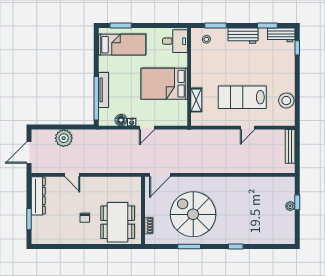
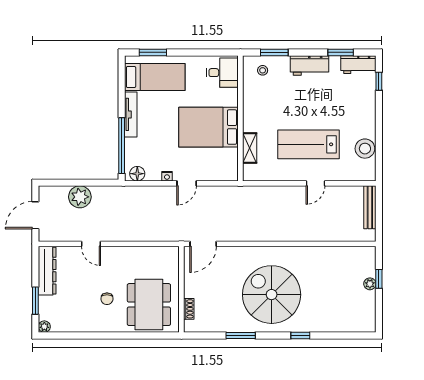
tv unit: (103, 90) -> (131, 114), moved
floor lamp: (121, 120) -> (137, 174), moved
spiral stairs: (193, 214) -> (272, 295), moved
plant: (36, 240) -> (44, 327), added

